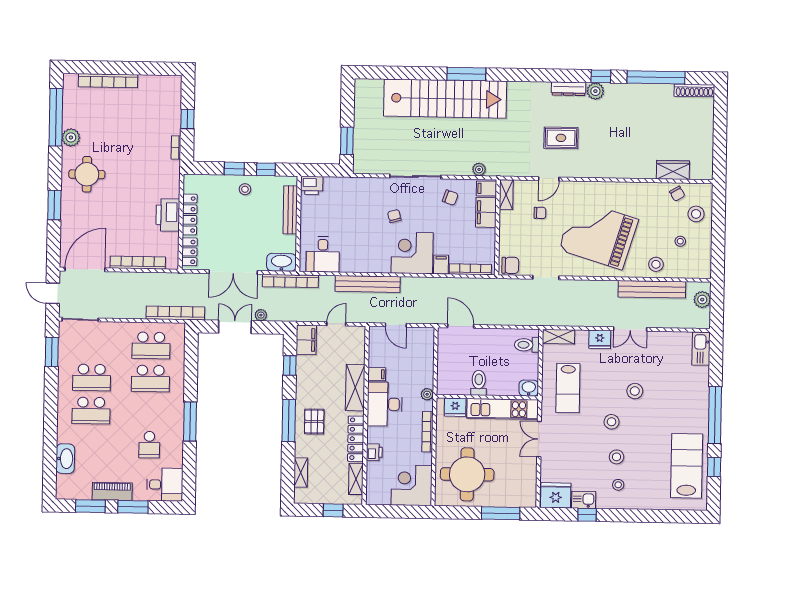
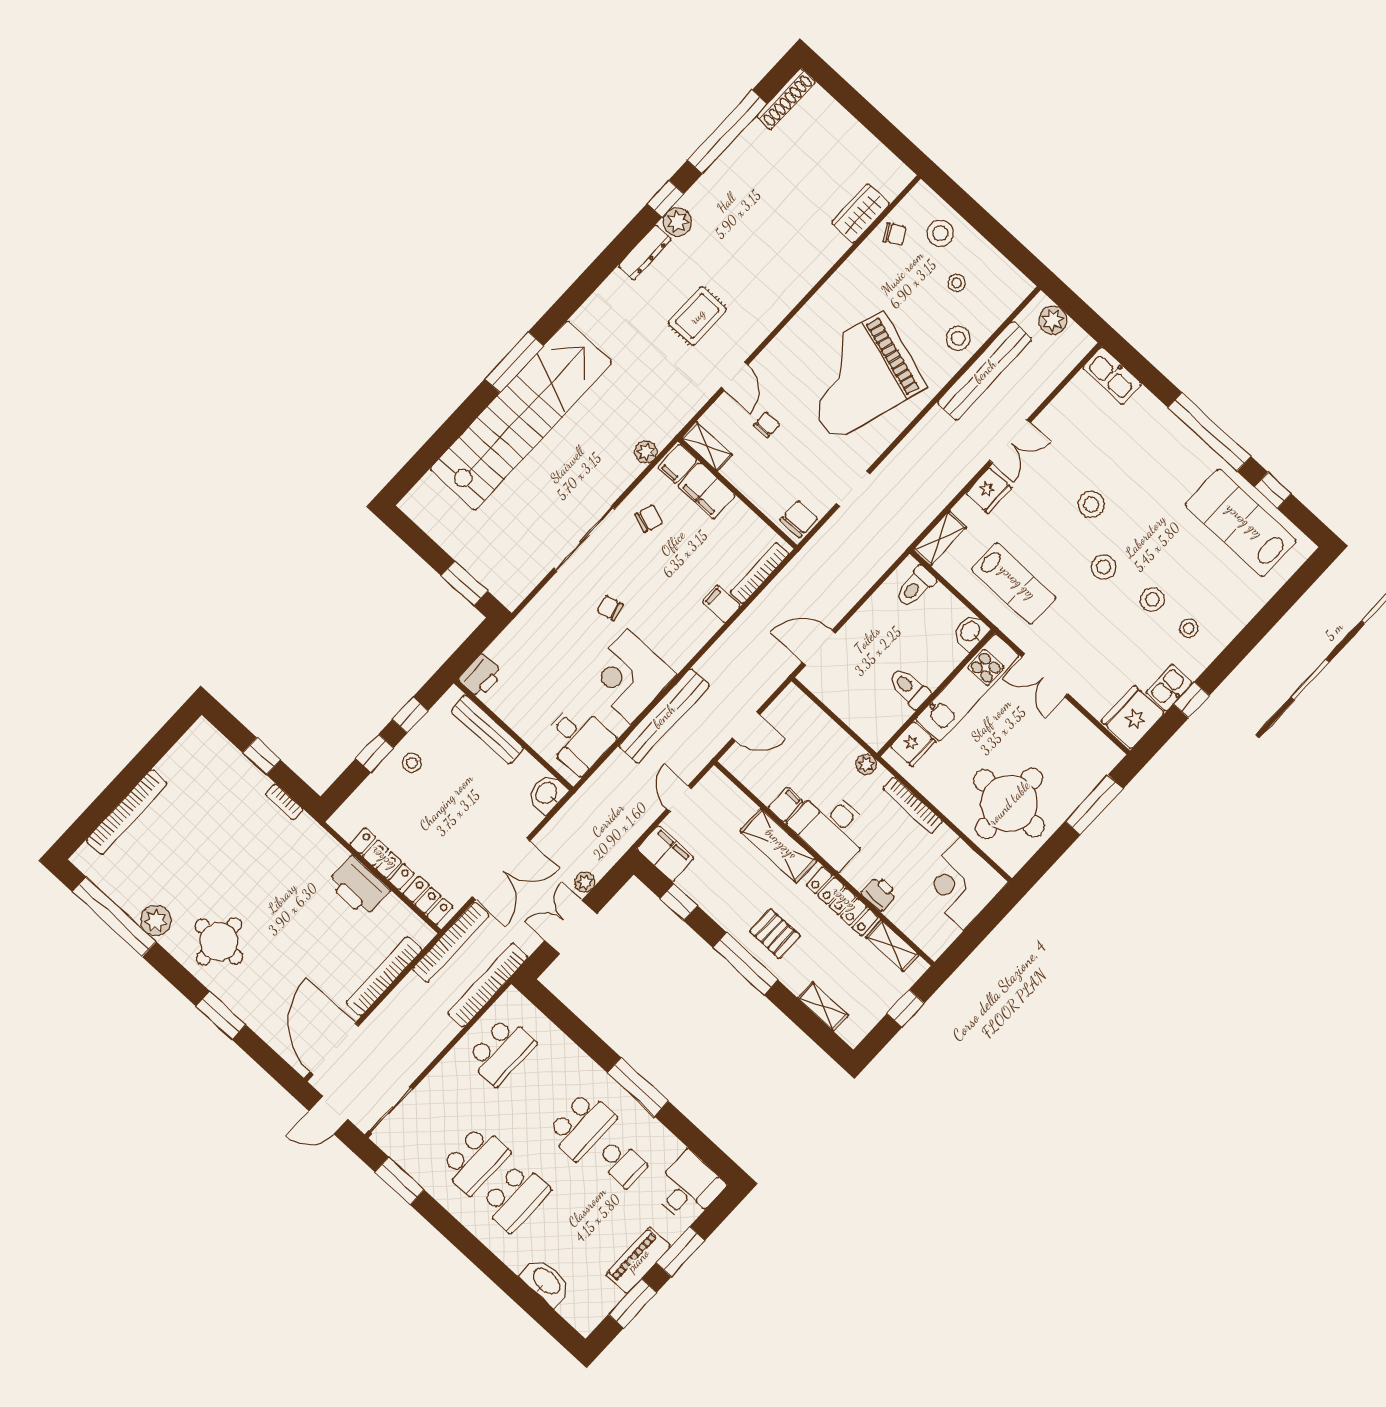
corner desk: (412, 253) -> (629, 676), moved
washbasin: (281, 262) -> (547, 793), width x0.72
bookcase: (290, 281) -> (451, 942), moved
school desk: (150, 379) -> (581, 1126), moved

